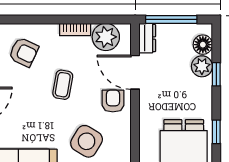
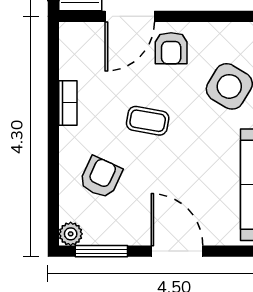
plant: (106, 37) -> (79, 59), removed
armchair: (113, 101) -> (171, 48), turned -90

